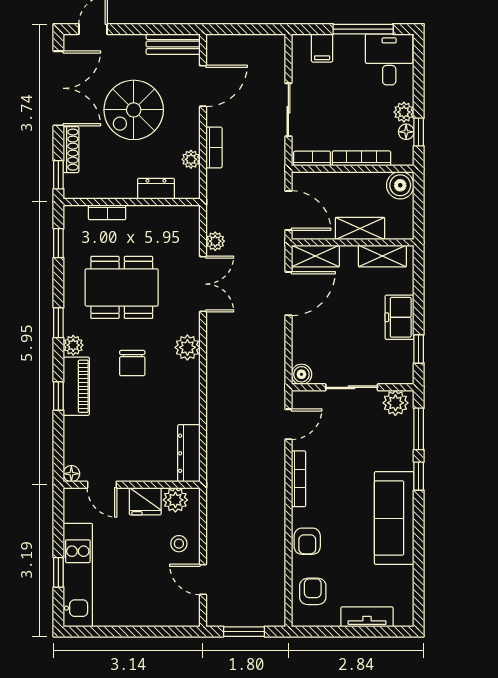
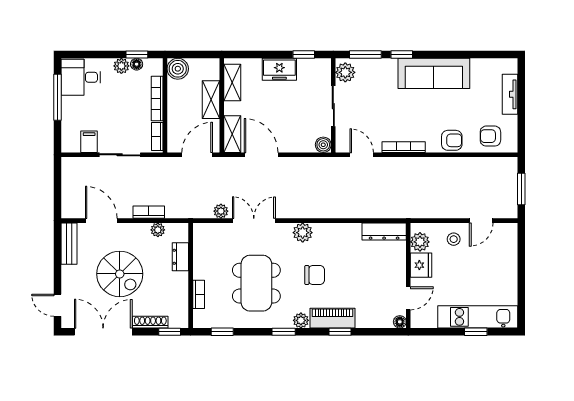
filing cabinet: (322, 48) -> (89, 142), moved, turned -90

